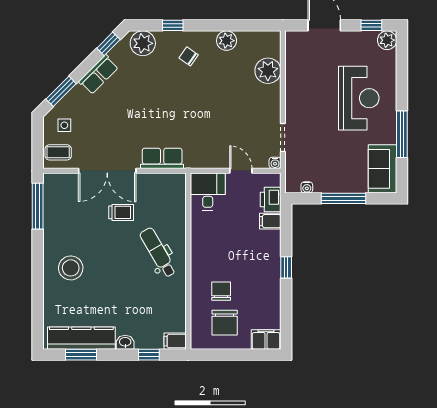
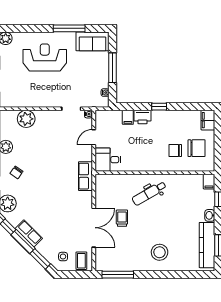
row of seats: (162, 158) -> (85, 176), moved
printer: (271, 199) -> (142, 117), moved

